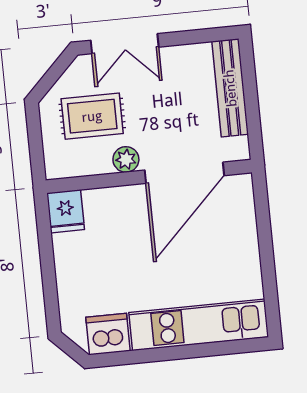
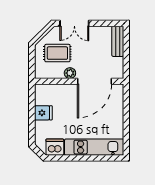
bench: (230, 88) -> (118, 41), width x0.73
fridge: (66, 211) -> (43, 113), moved, turned -90

